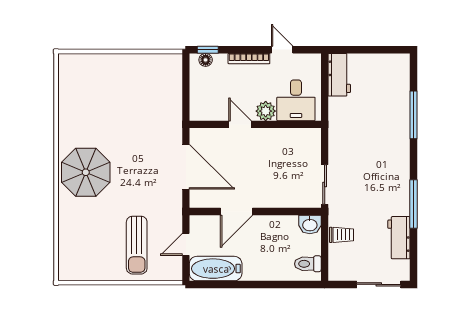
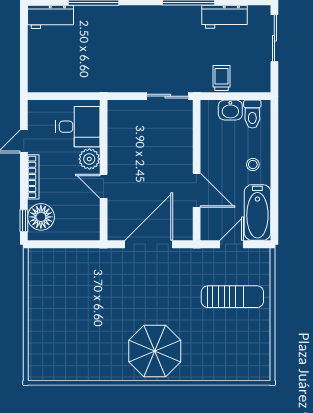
floor lamp: (206, 60) -> (41, 217), width x1.89, depth x1.89
workbench: (339, 75) -> (51, 17), moved, turned 180
door: (240, 124) -> (104, 186), hinge flipped
washbasin: (310, 225) -> (230, 110), moved, turned 90
door: (186, 244) -> (232, 244), swing flipped
stool: (261, 264) -> (253, 164), added

